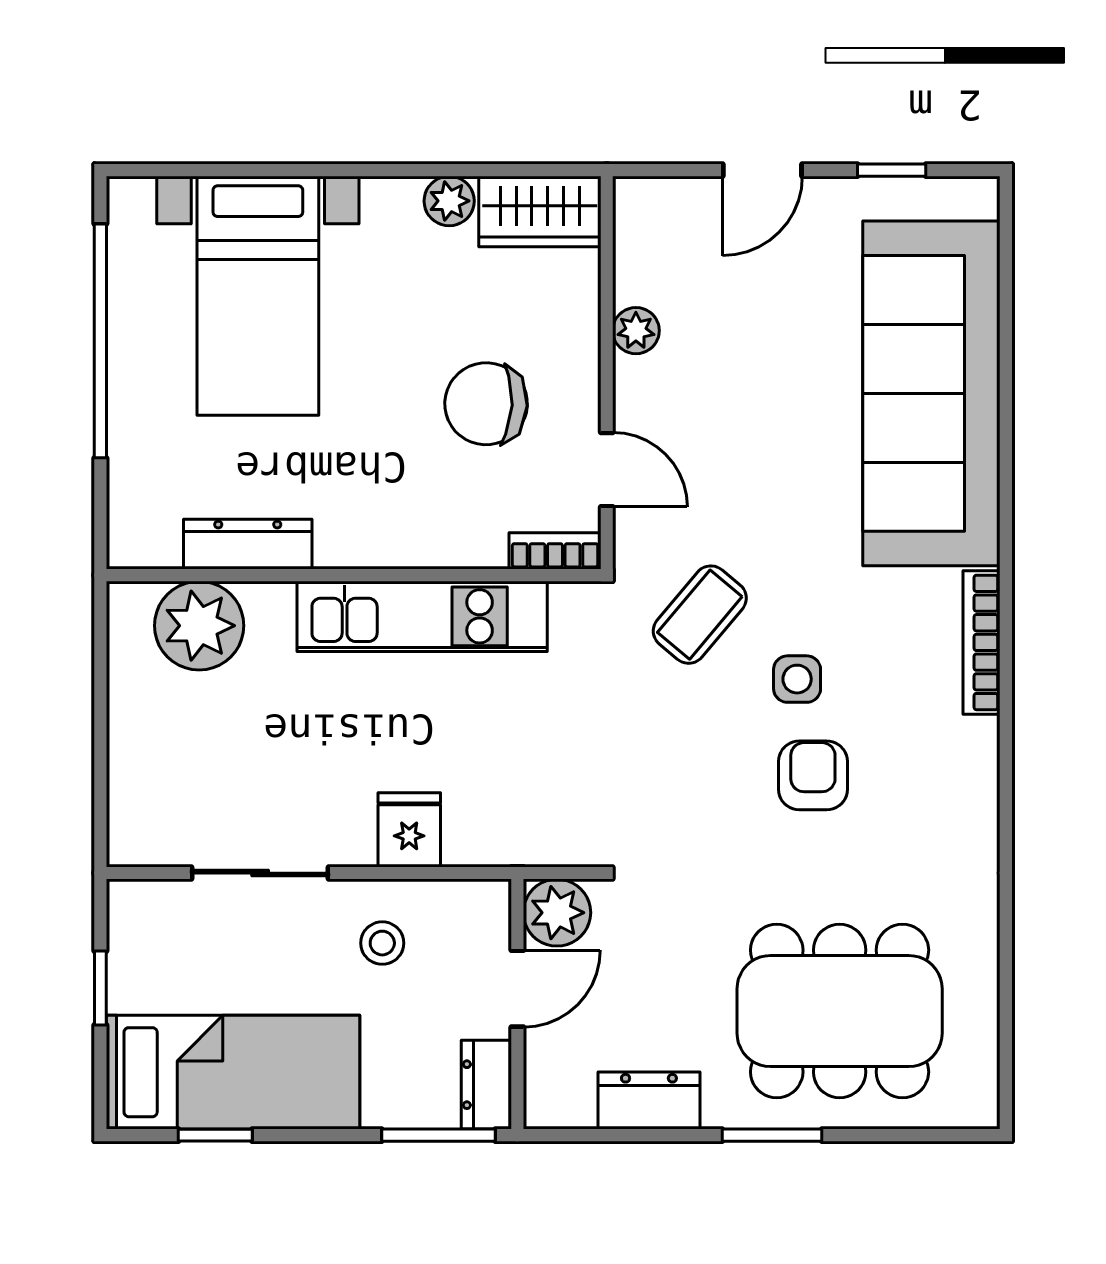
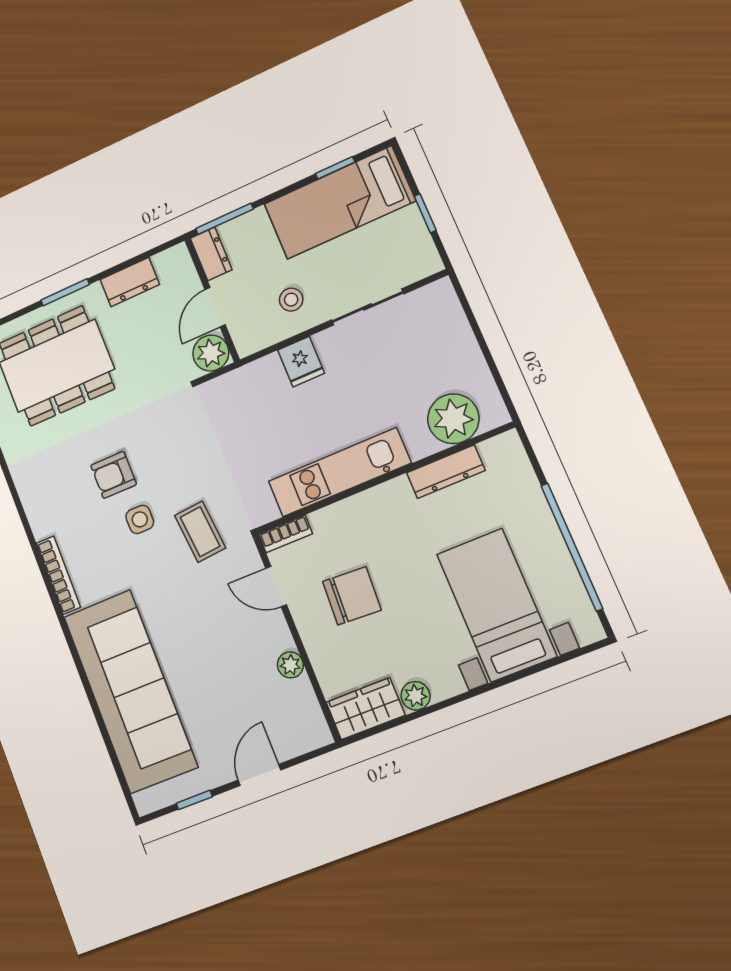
coffee table: (700, 615) -> (200, 532), turned -45
armchair: (813, 775) -> (114, 475), turned 90

